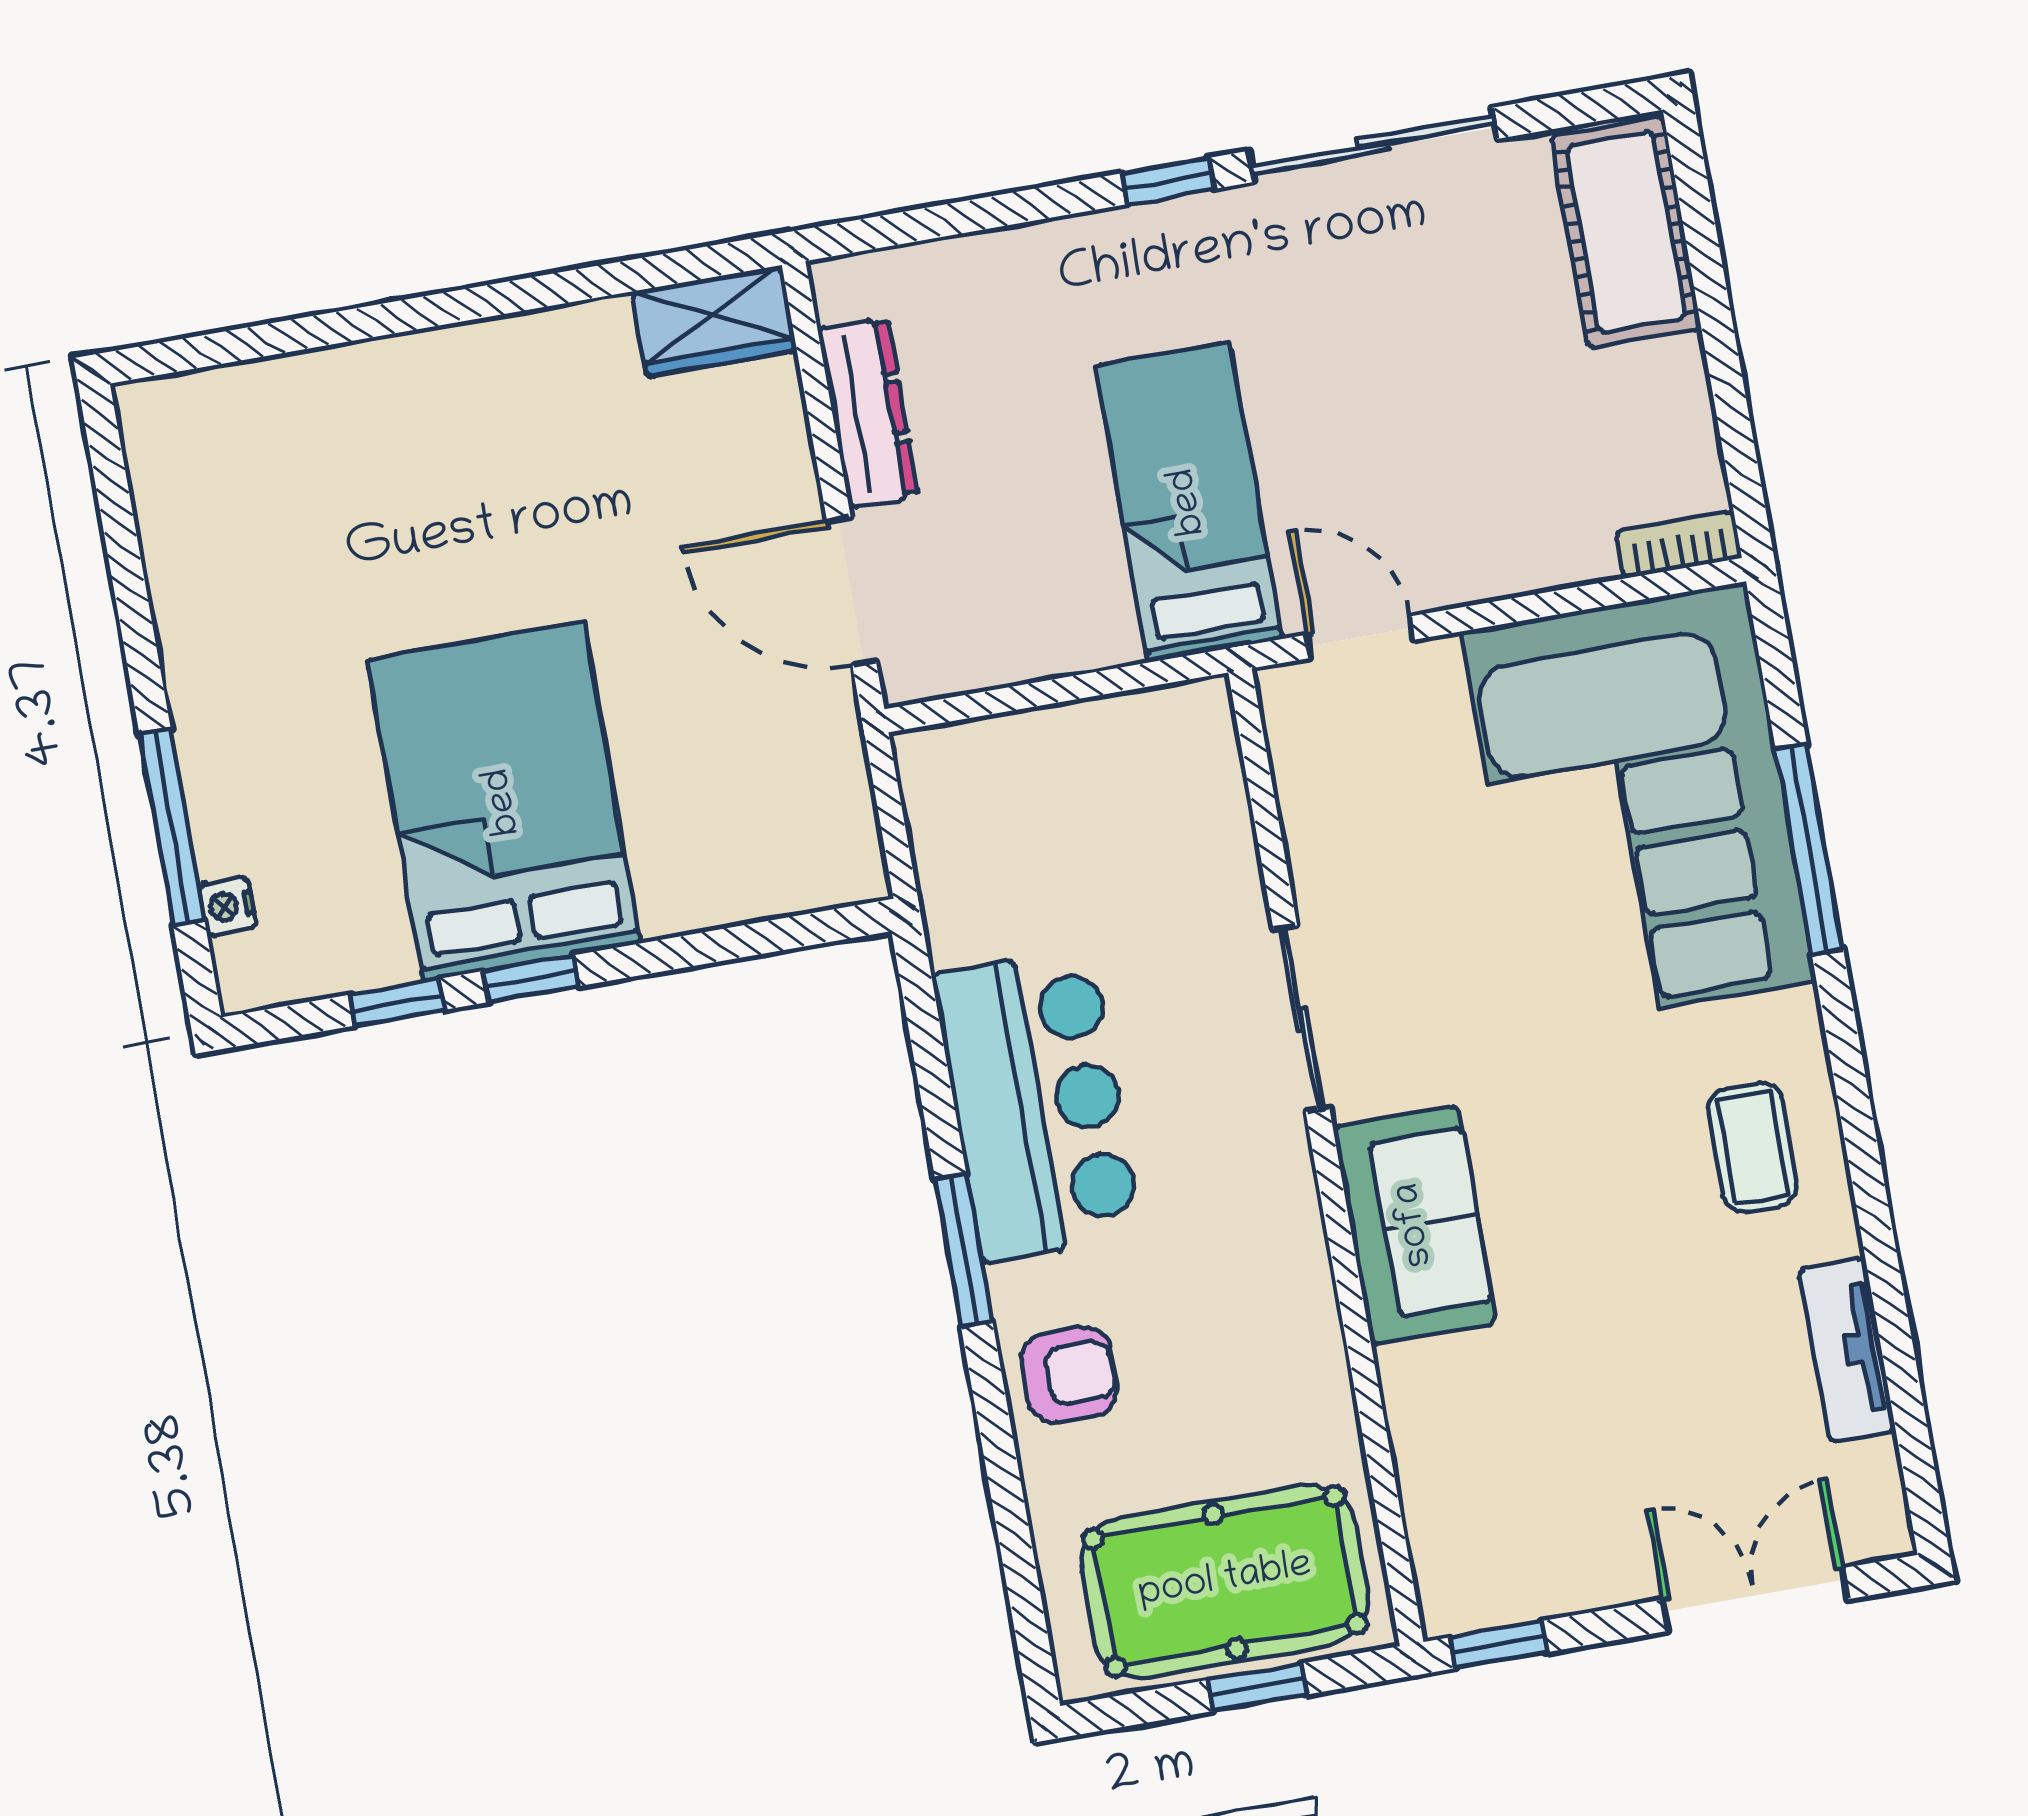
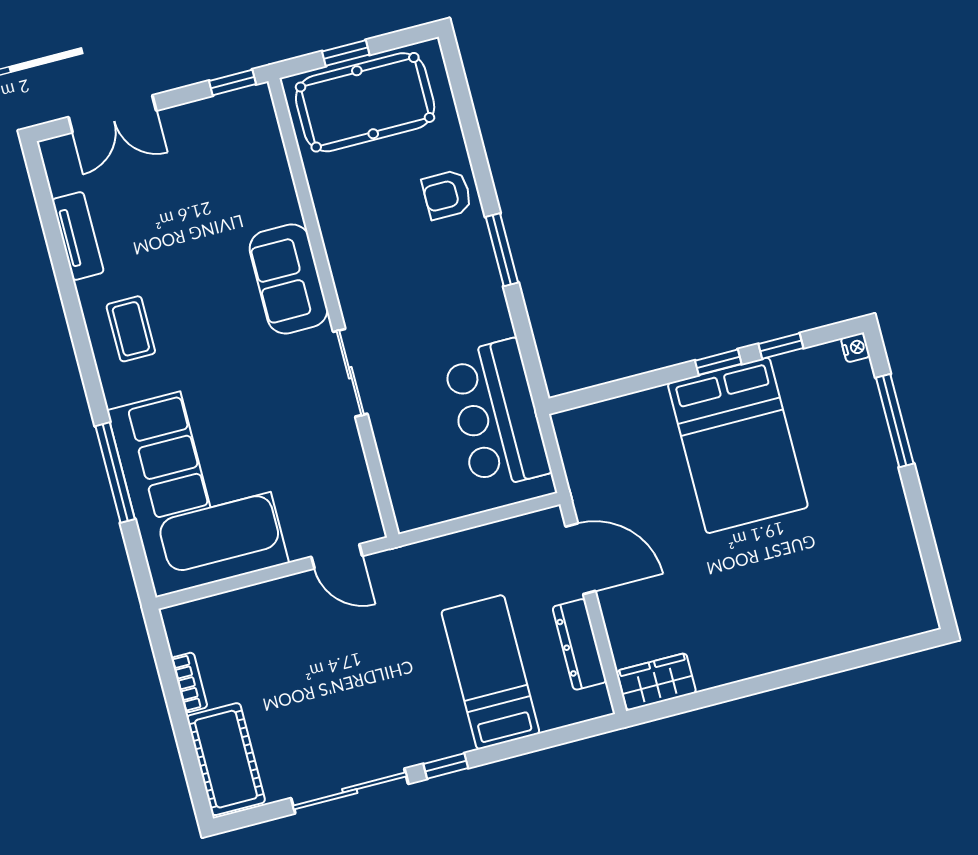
bed: (1189, 502) -> (490, 672), moved, turned 180
bookcase: (1679, 545) -> (189, 682), moved, turned -90
nightstand: (227, 906) -> (855, 347), moved
bar counter: (1037, 1105) -> (497, 415), moved

